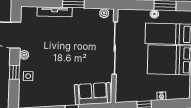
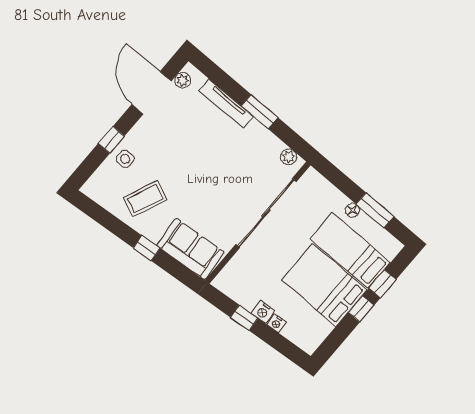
plant: (24, 55) -> (183, 80), moved
coffee table: (53, 87) -> (145, 199), added
nightstand: (151, 96) -> (263, 312), added

